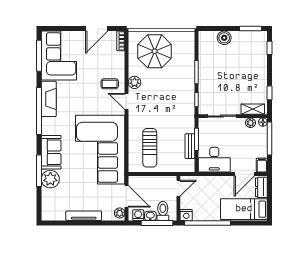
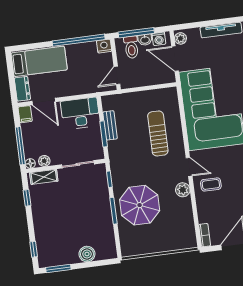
parasol: (155, 51) -> (140, 205), moved
sun lounger: (150, 148) -> (158, 133), moved
door: (244, 174) -> (44, 101), swing flipped

